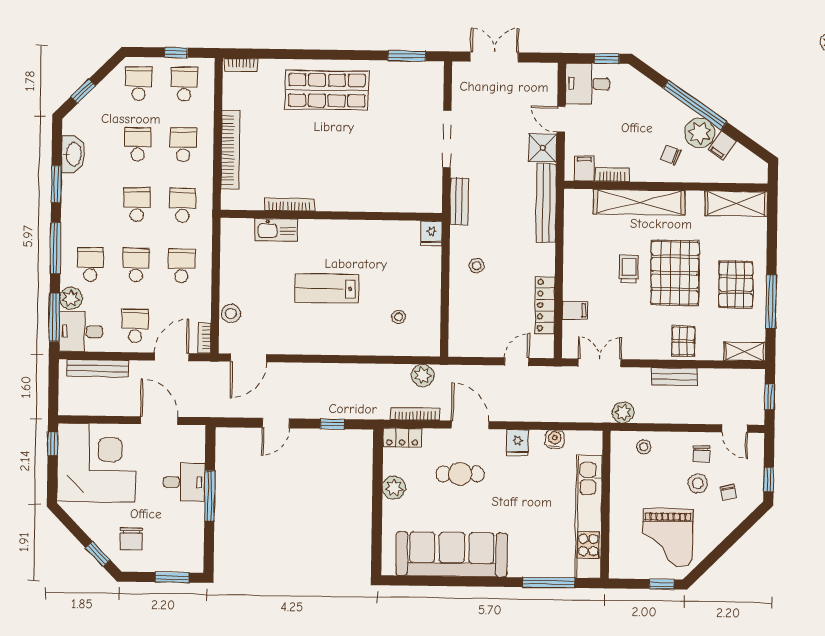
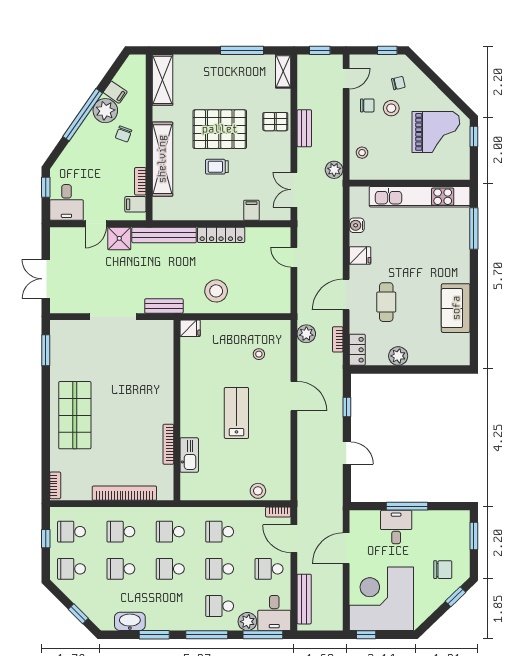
stool: (477, 266) -> (216, 291), width x1.89, depth x1.89
pallet: (736, 284) -> (229, 79), removed
lab bench: (327, 288) -> (236, 413), turned 180
locker: (545, 305) -> (221, 235), moved
door: (248, 358) -> (294, 396), moved
bookcase: (415, 414) -> (338, 339), width x0.64
sofa: (452, 554) -> (456, 308), width x0.54, depth x0.79

